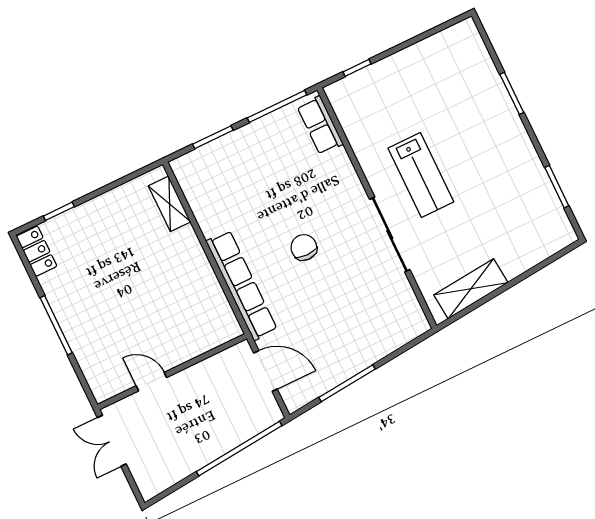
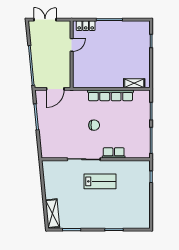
row of seats: (320, 125) -> (114, 153), moved
lab bench: (421, 175) -> (100, 181), turned 180
locker: (37, 251) -> (86, 26), moved
row of seats: (242, 285) -> (110, 95), moved
shelving: (471, 289) -> (52, 214), moved
double door: (112, 441) -> (45, 20), moved

